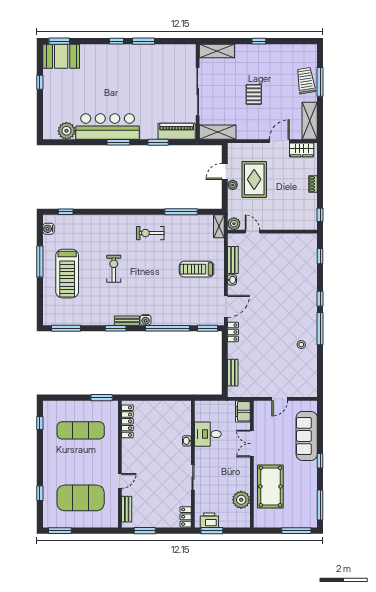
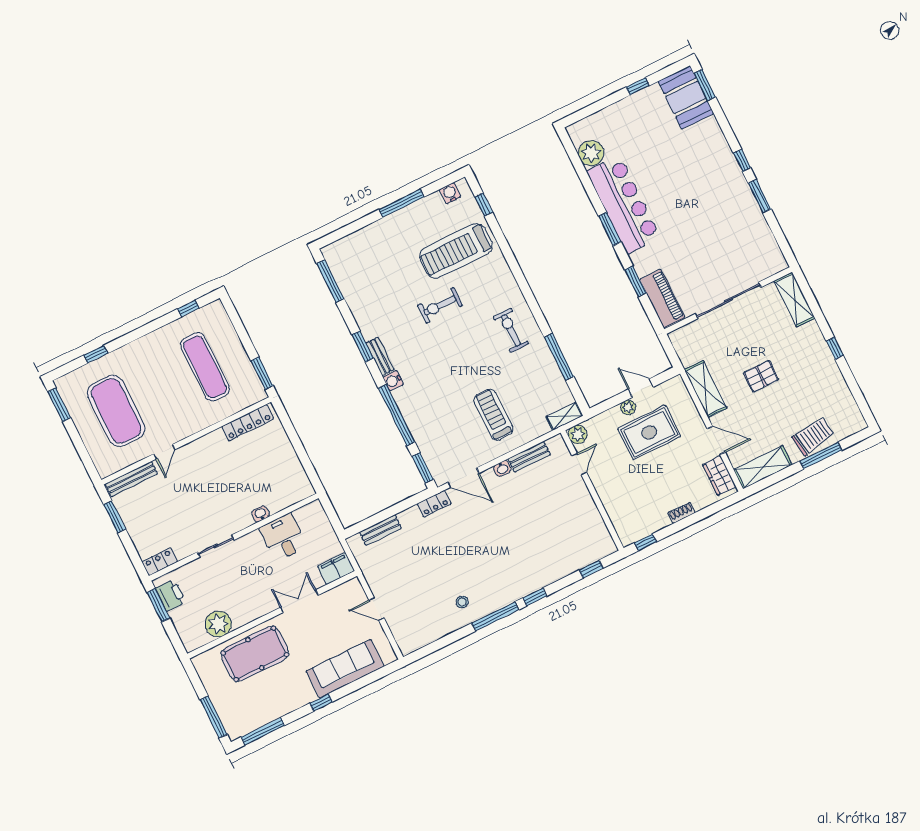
shelving: (218, 132) -> (706, 389), moved
exercise bike: (114, 269) -> (440, 305), turned 180
treadmill: (67, 274) -> (456, 251), moved
door: (120, 481) -> (164, 452), hinge flipped
bench: (127, 509) -> (131, 479), width x1.36

